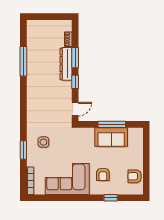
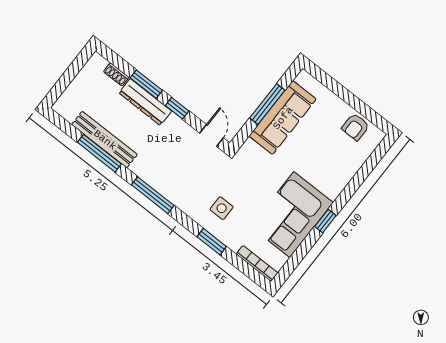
bench: (32, 58) -> (105, 140), added
window: (23, 103) -> (153, 195), added
sofa: (111, 137) -> (283, 118), width x1.36
armchair: (103, 174) -> (322, 165), removed
window: (111, 198) -> (325, 221), moved

